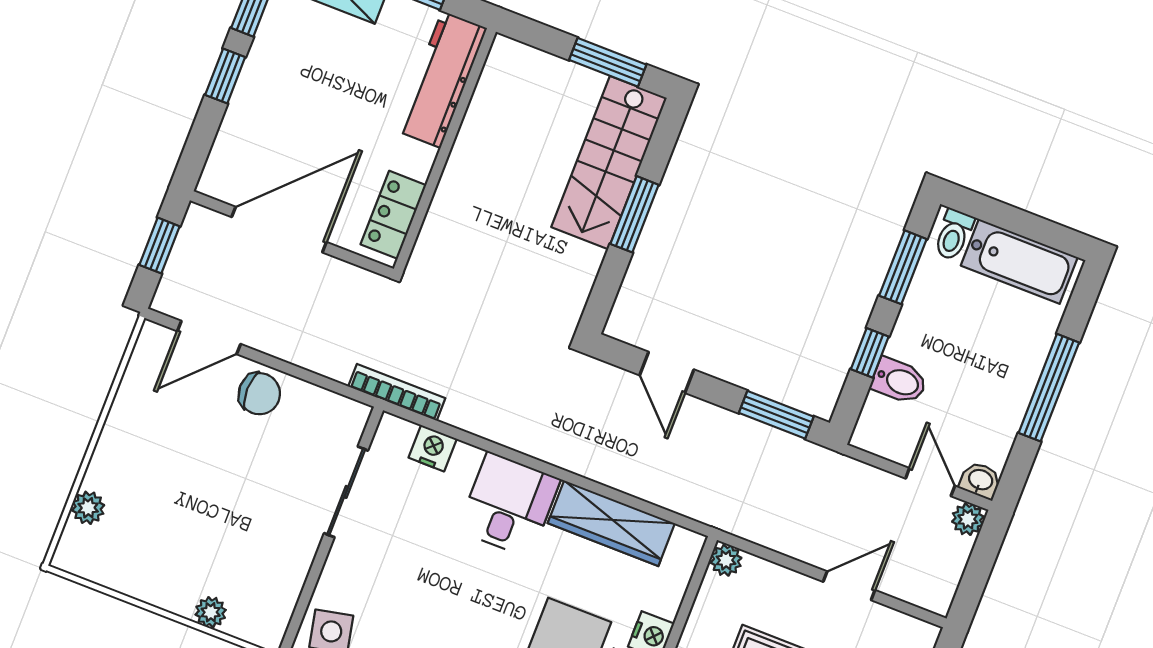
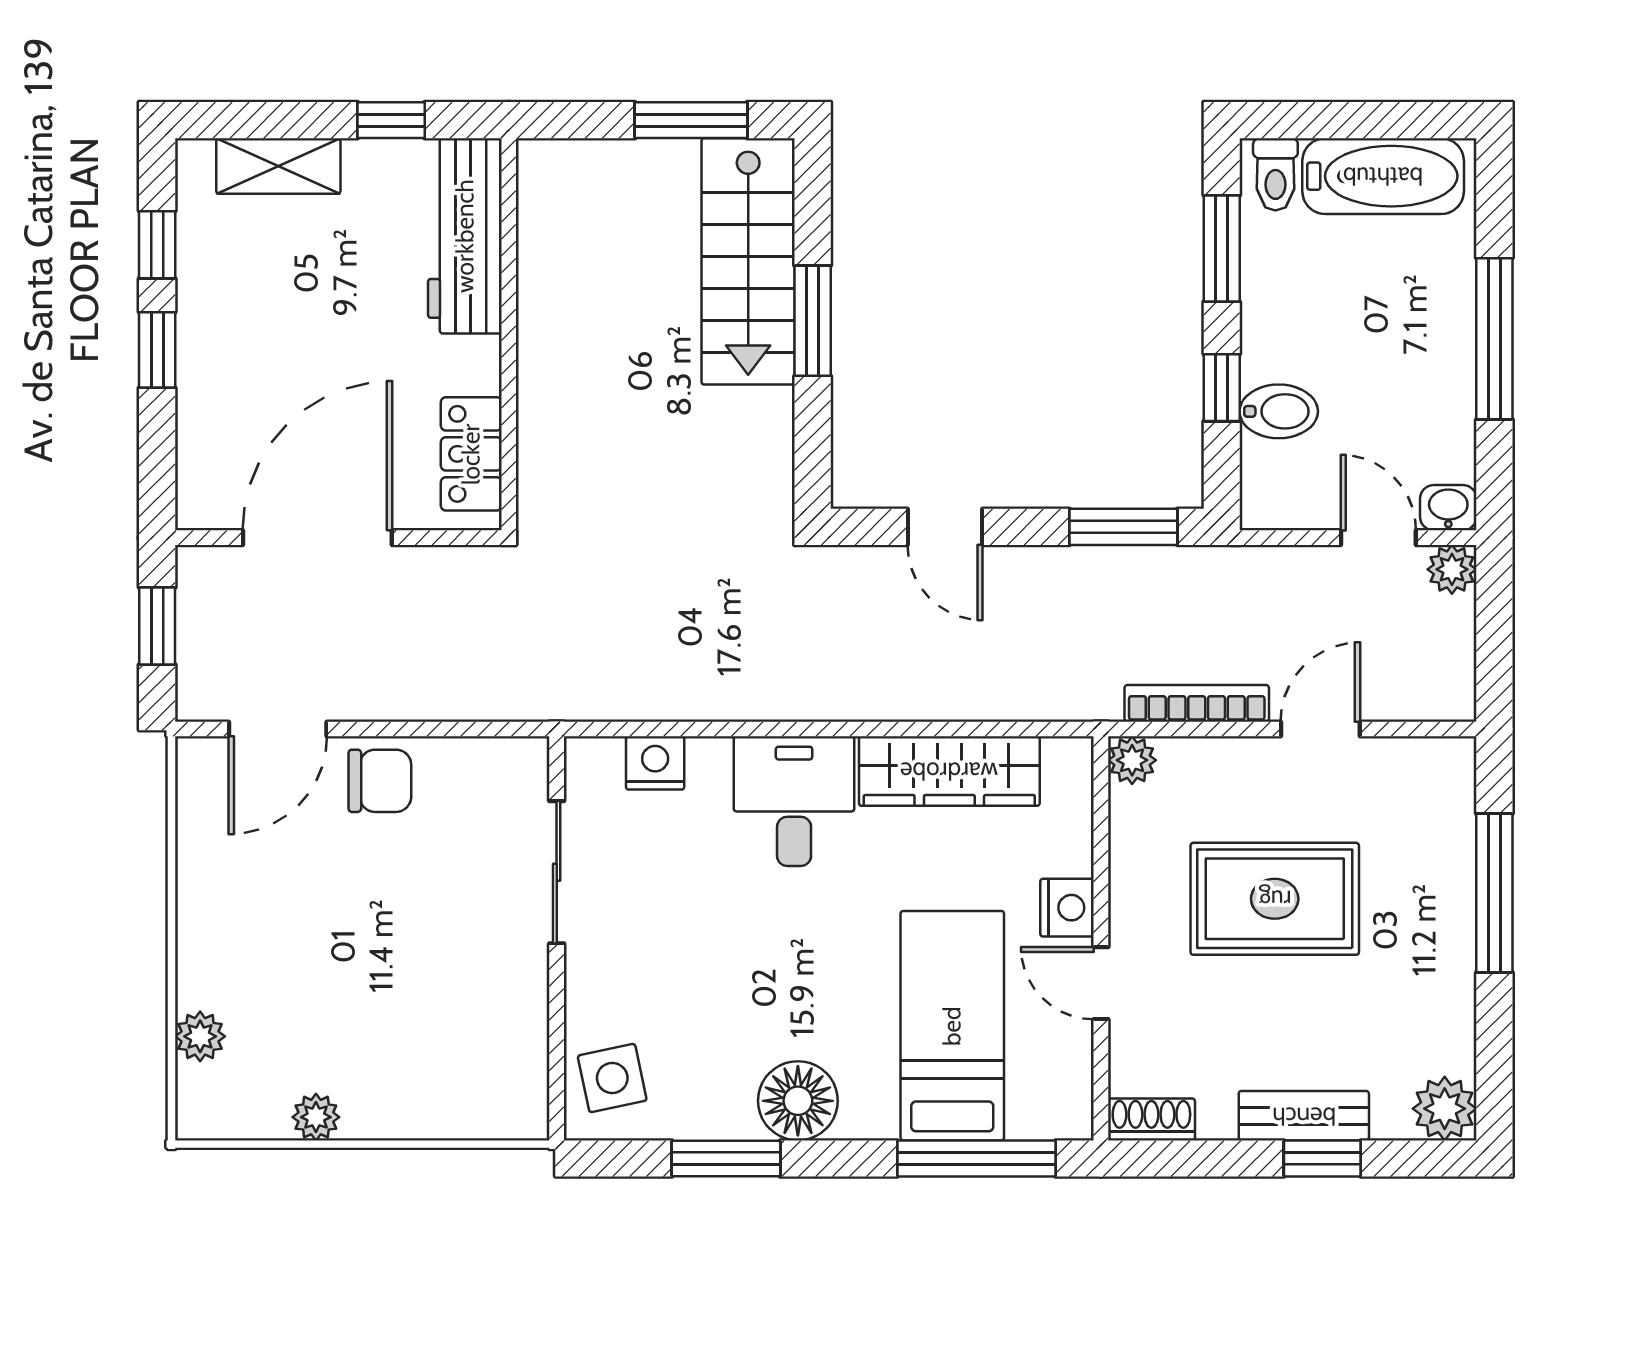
bookcase: (397, 392) -> (1197, 703), moved
plant: (211, 612) -> (316, 1117), moved

